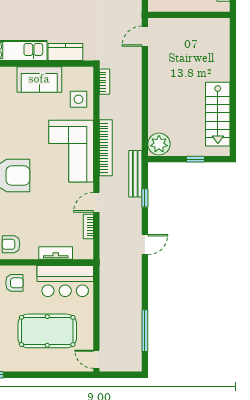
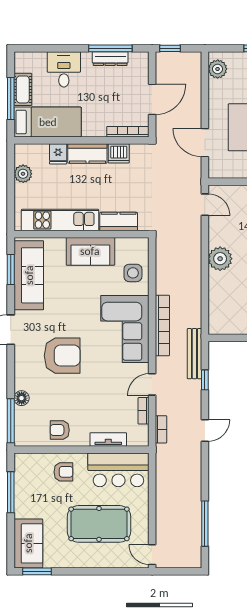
door: (145, 36) -> (205, 205), swing flipped
bookcase: (104, 82) -> (161, 429), moved
plant: (159, 144) -> (220, 259), moved

